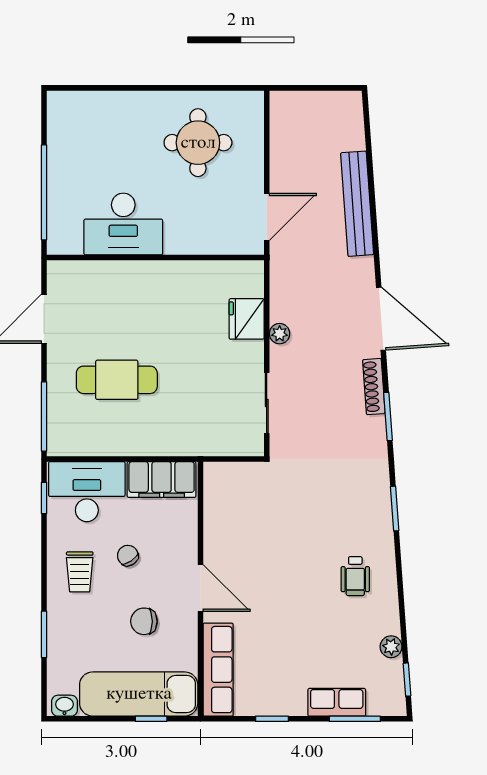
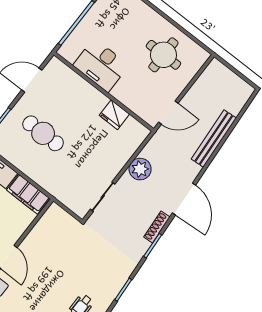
fridge: (247, 319) -> (114, 115), moved, turned -90
plant: (280, 334) -> (140, 169), width x1.88, depth x1.88

